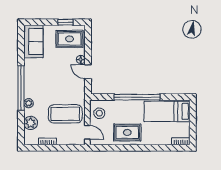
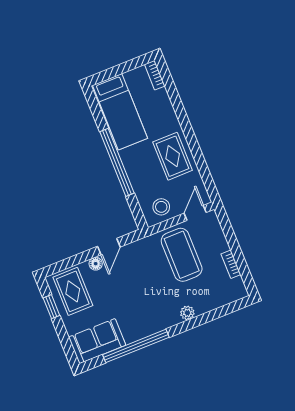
window: (21, 88) -> (136, 346), moved
plant: (31, 123) -> (214, 299), removed

